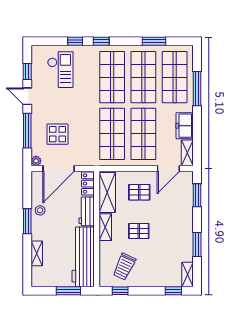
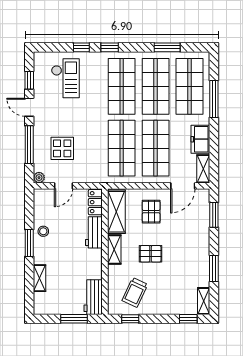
door: (59, 169) -> (64, 186), width x0.53
pallet: (139, 192) -> (151, 212), turned 90
workbench: (83, 257) -> (93, 297), width x0.53, depth x0.76

